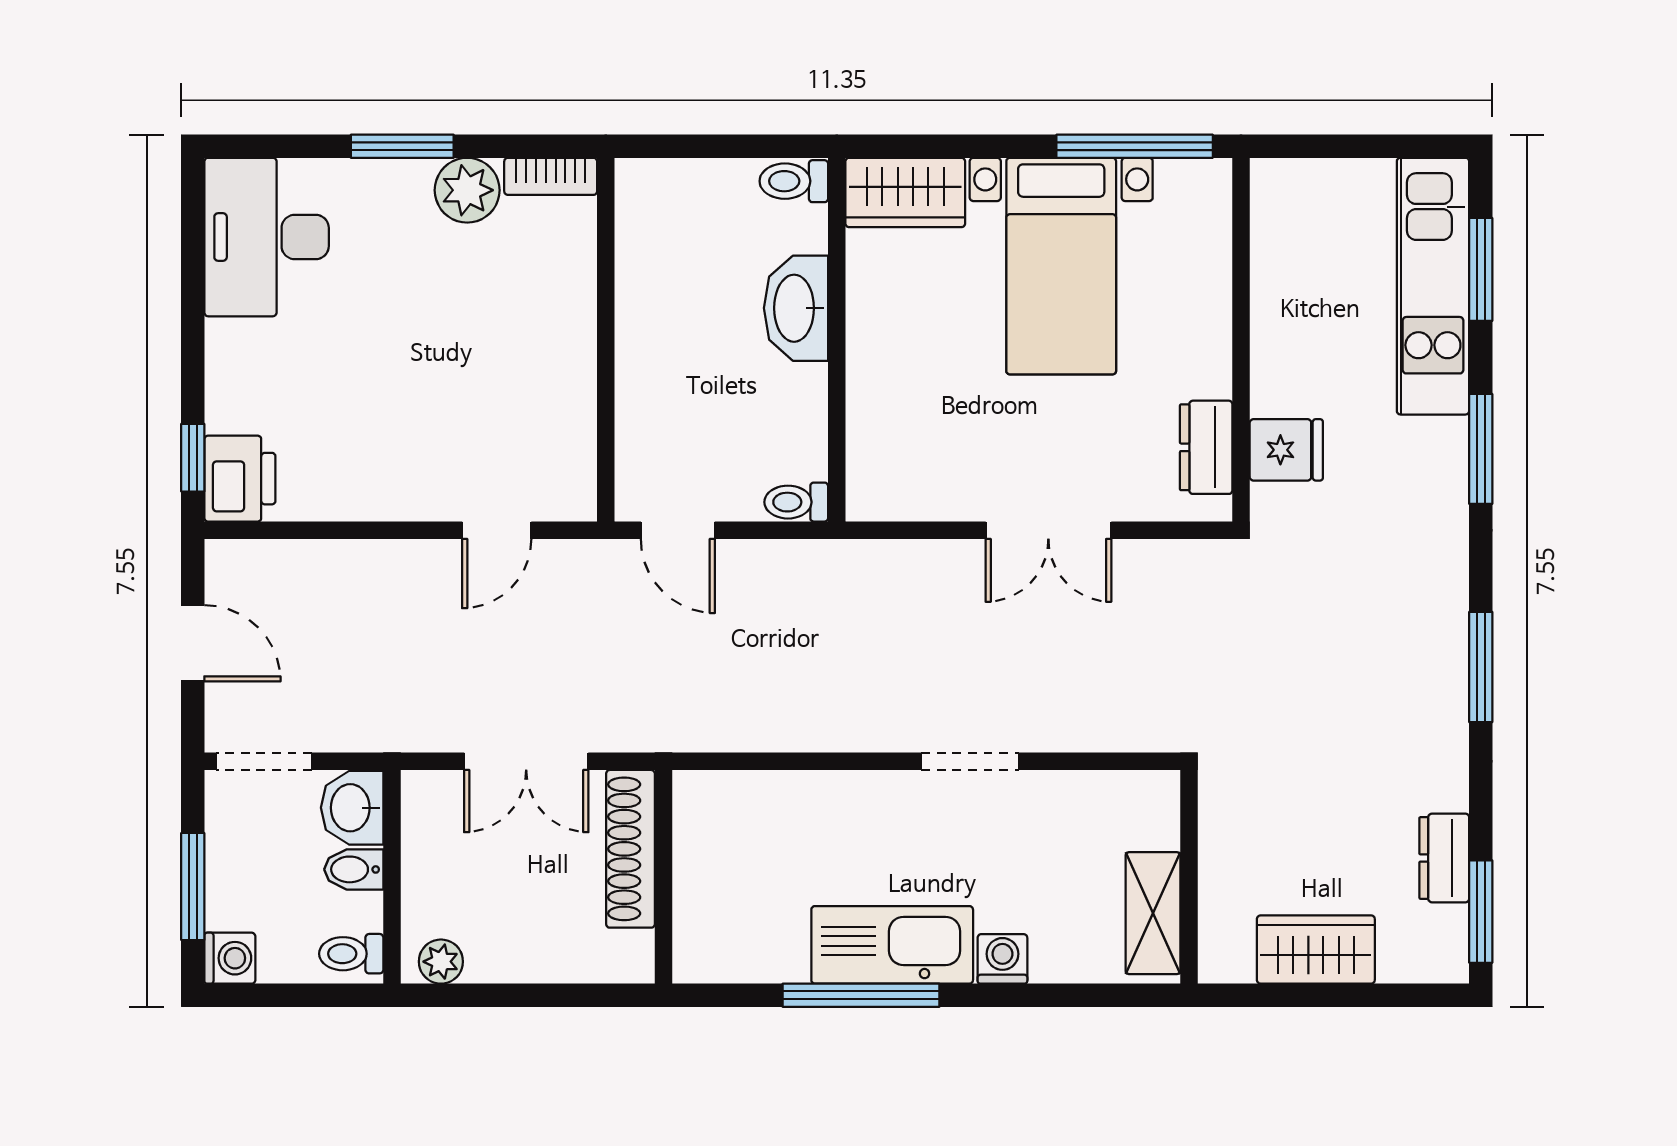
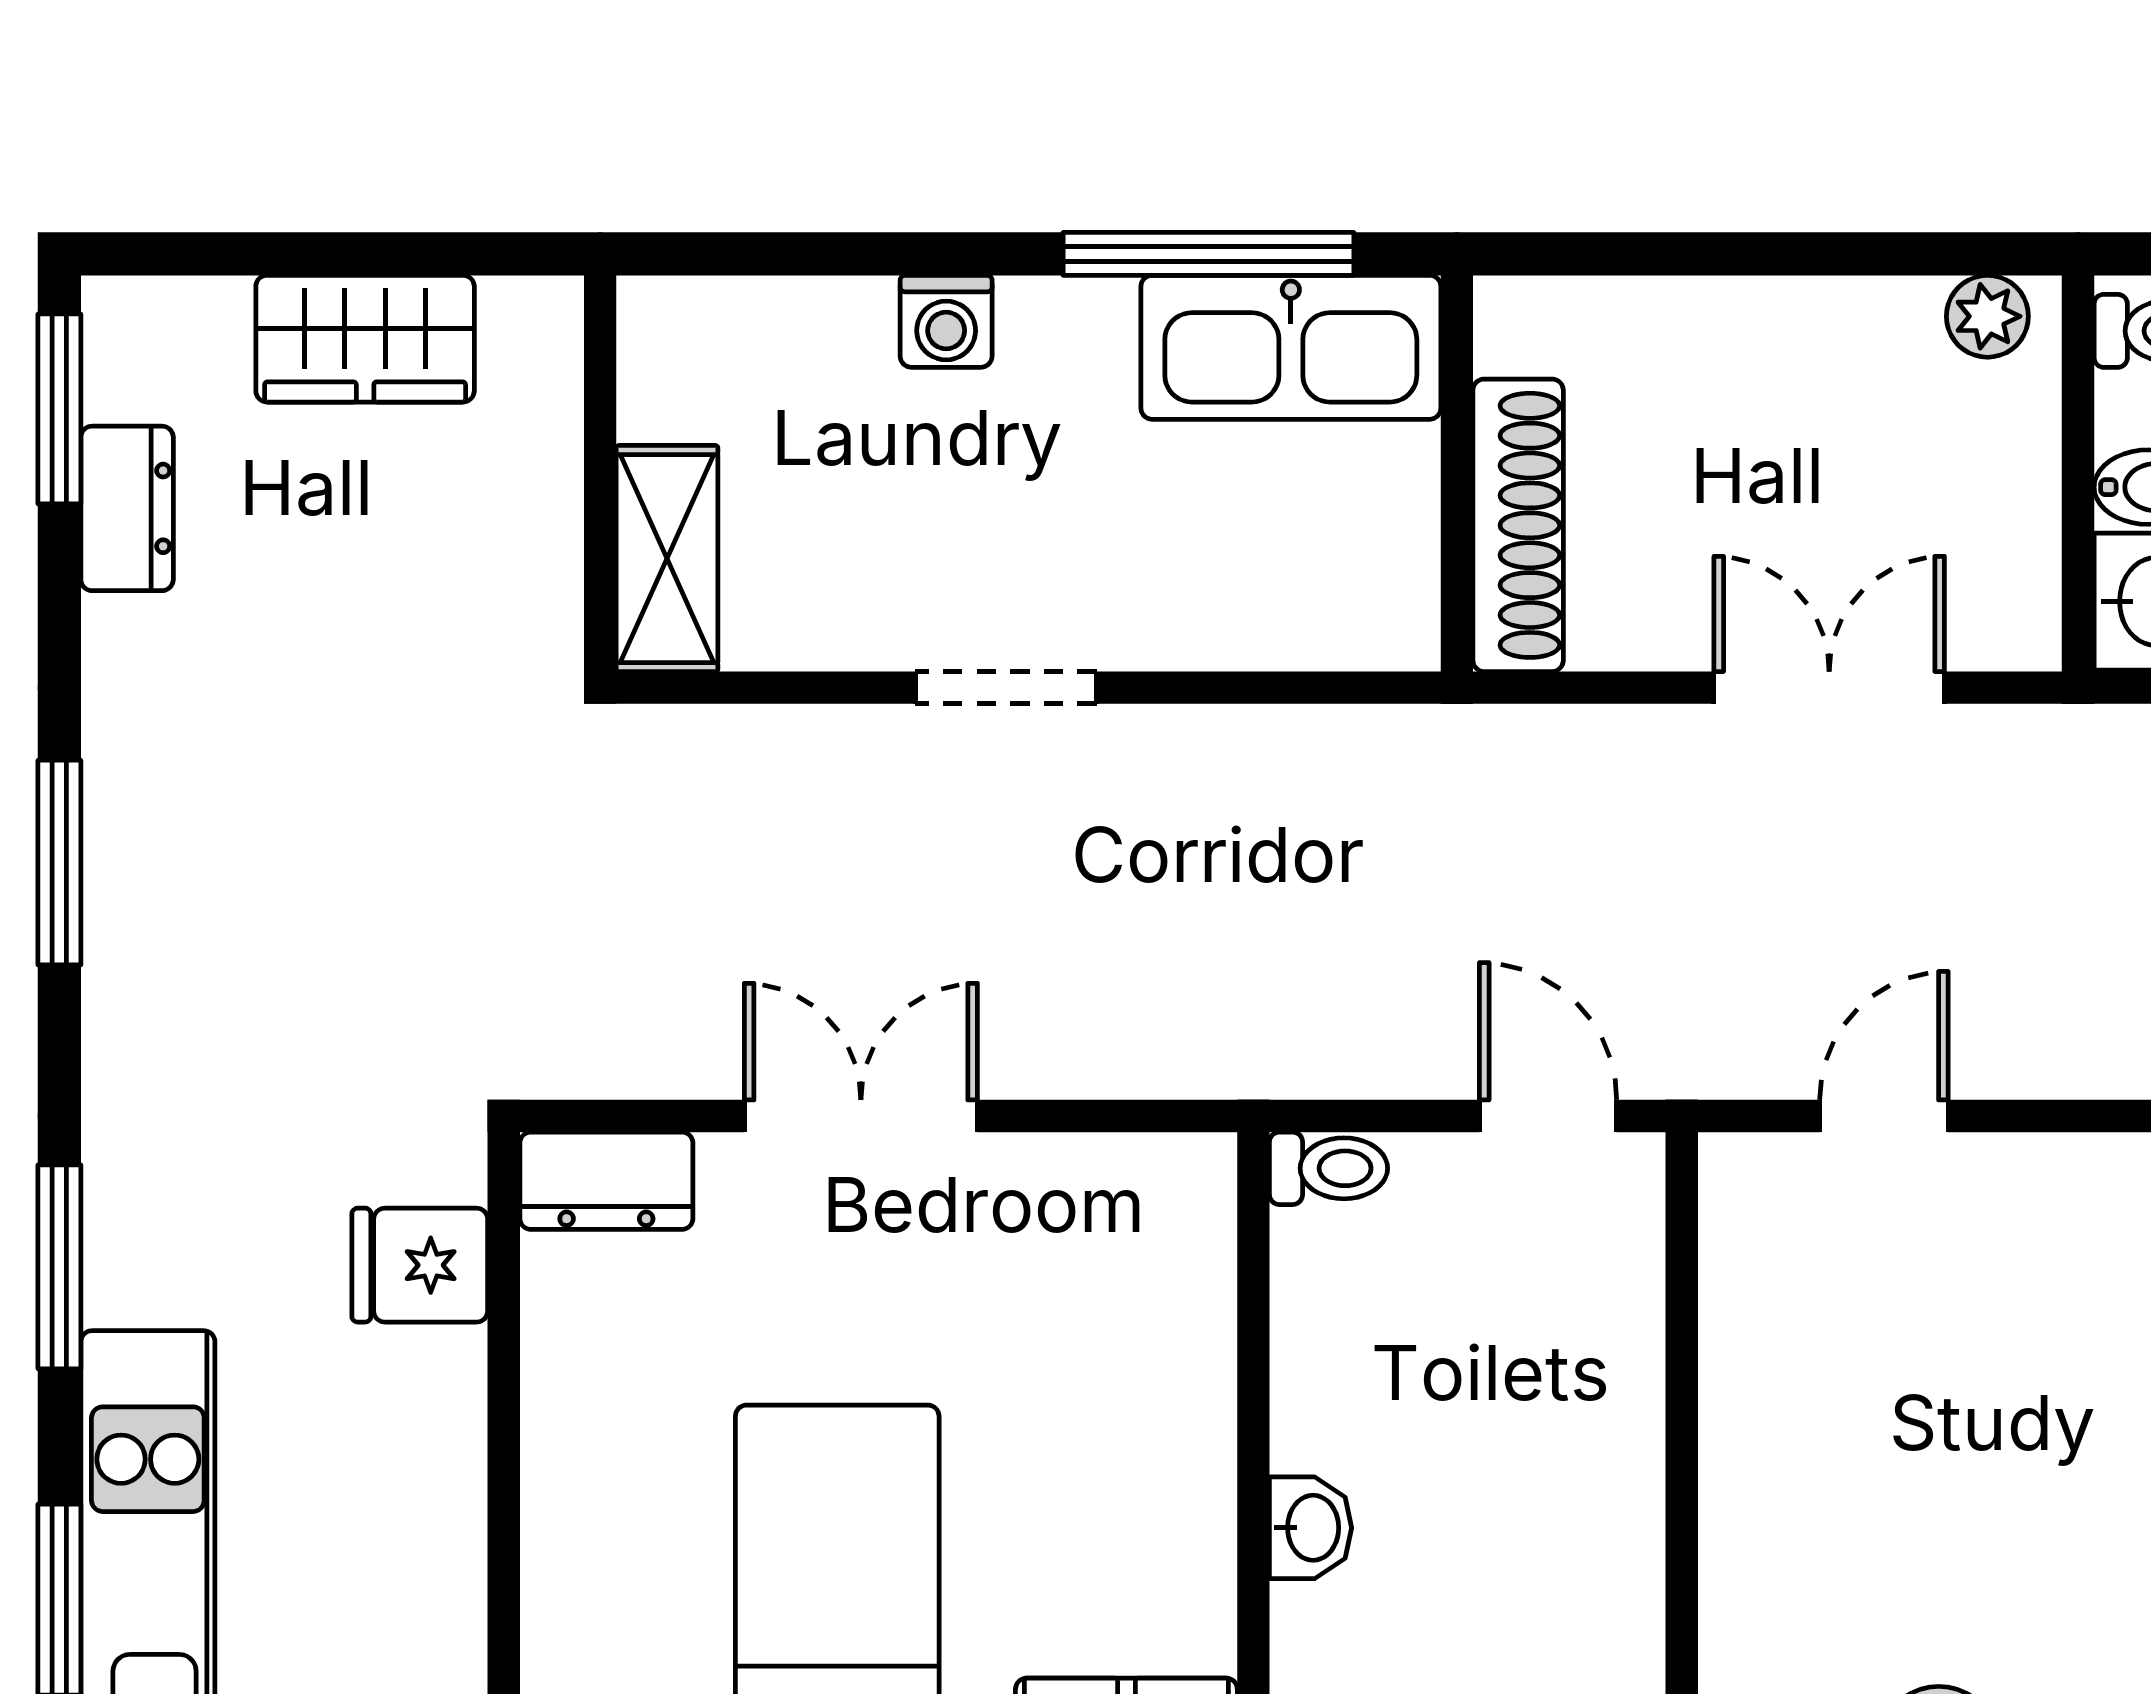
washbasin: (796, 308) -> (1311, 1528), width x0.52, depth x0.69
dresser: (1206, 447) -> (606, 1181), moved, turned 90
shoe rack: (630, 849) -> (1518, 525), moved
wall: (663, 877) -> (1457, 473), moved
shelving: (1153, 913) -> (667, 559), moved
kitchen sink: (892, 945) -> (1291, 347), moved

